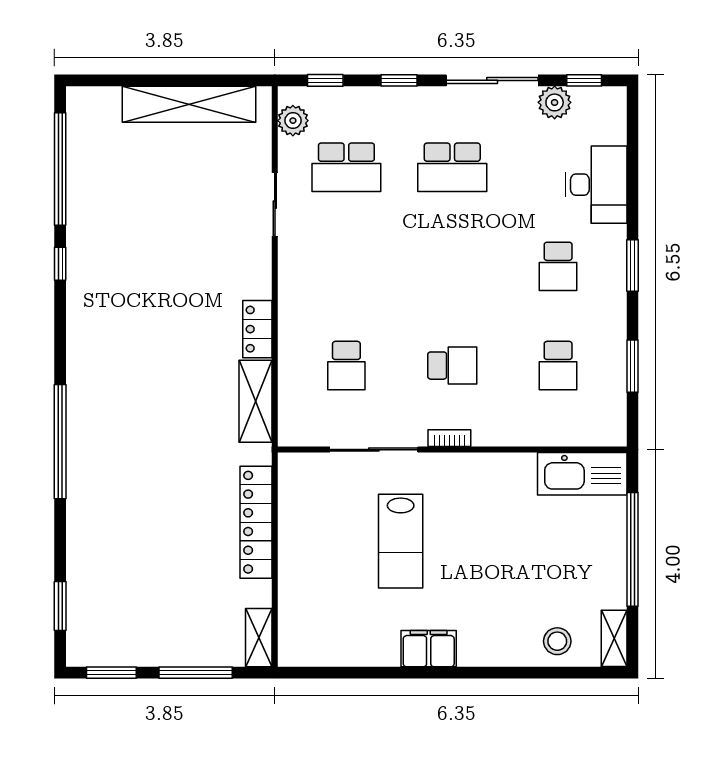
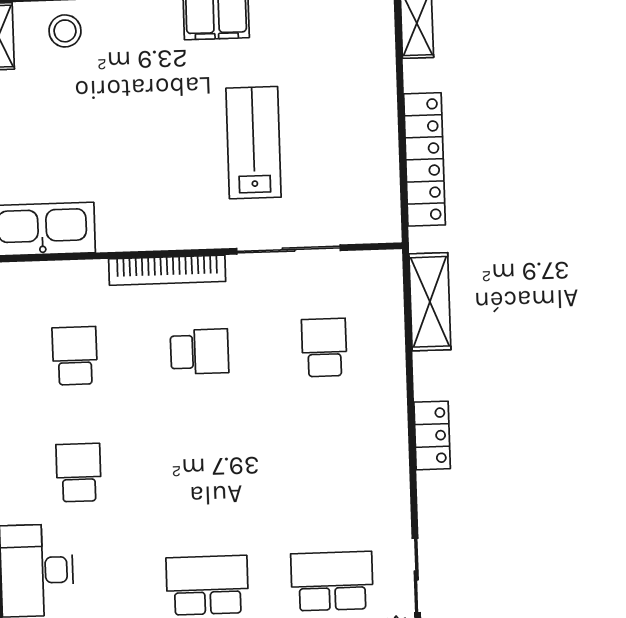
sliding door: (275, 205) -> (416, 575), moved
locker: (257, 329) -> (432, 435), moved
school desk: (452, 366) -> (200, 352), turned 180
bookcase: (449, 438) -> (167, 270), width x2.31, depth x1.31

